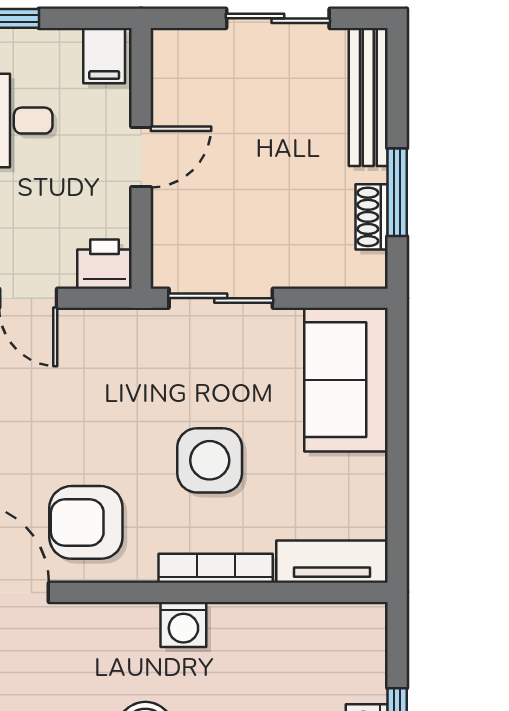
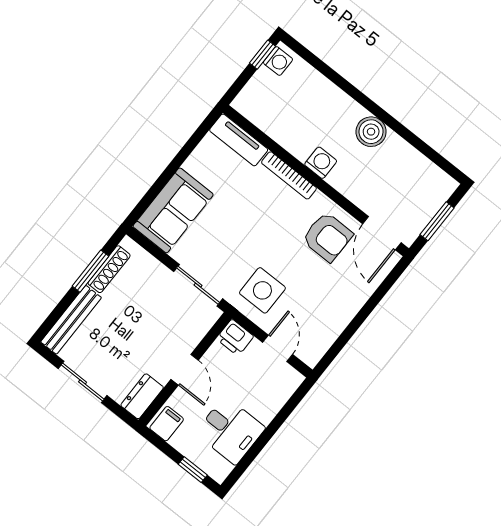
dresser: (173, 67) -> (142, 396), added
door: (141, 157) -> (185, 370), swing flipped
shoe rack: (372, 217) -> (109, 269), width x1.43
side table: (210, 460) -> (262, 290), moved

